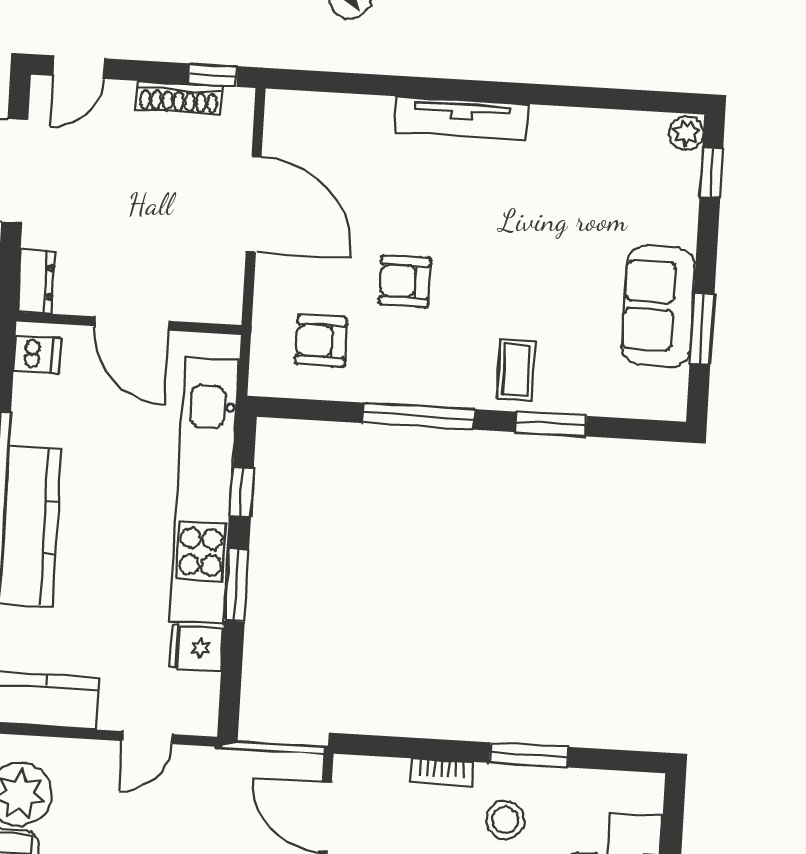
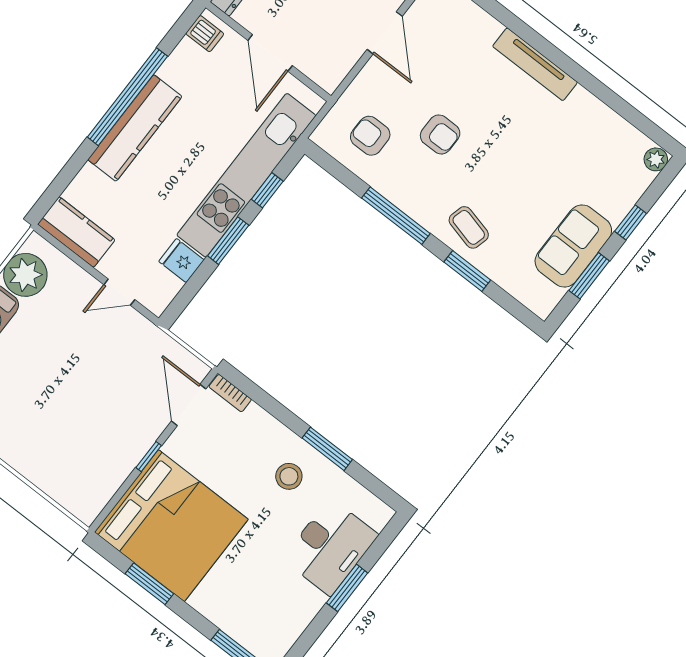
window: (711, 172) -> (631, 222), moved
door: (254, 204) -> (385, 33), width x0.73
armchair: (405, 281) -> (440, 134), turned 180
coffee table: (516, 370) -> (469, 227), turned -76
bookcase: (442, 772) -> (230, 393), moved

